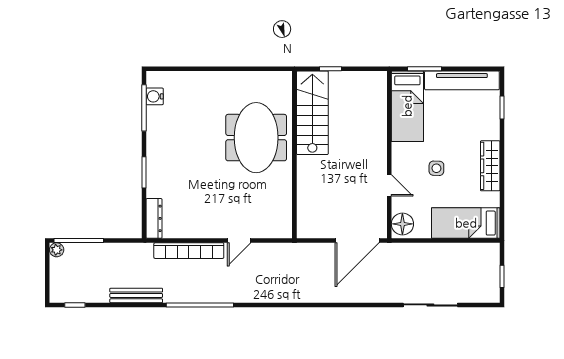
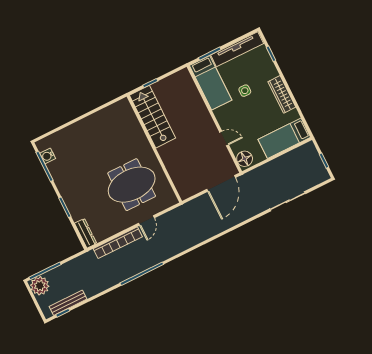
meeting table: (256, 138) -> (132, 185), moved, turned 90
side table: (436, 168) -> (245, 91), moved
plant: (57, 250) -> (40, 286), width x1.87, depth x1.87
bench: (136, 295) -> (68, 303), moved

